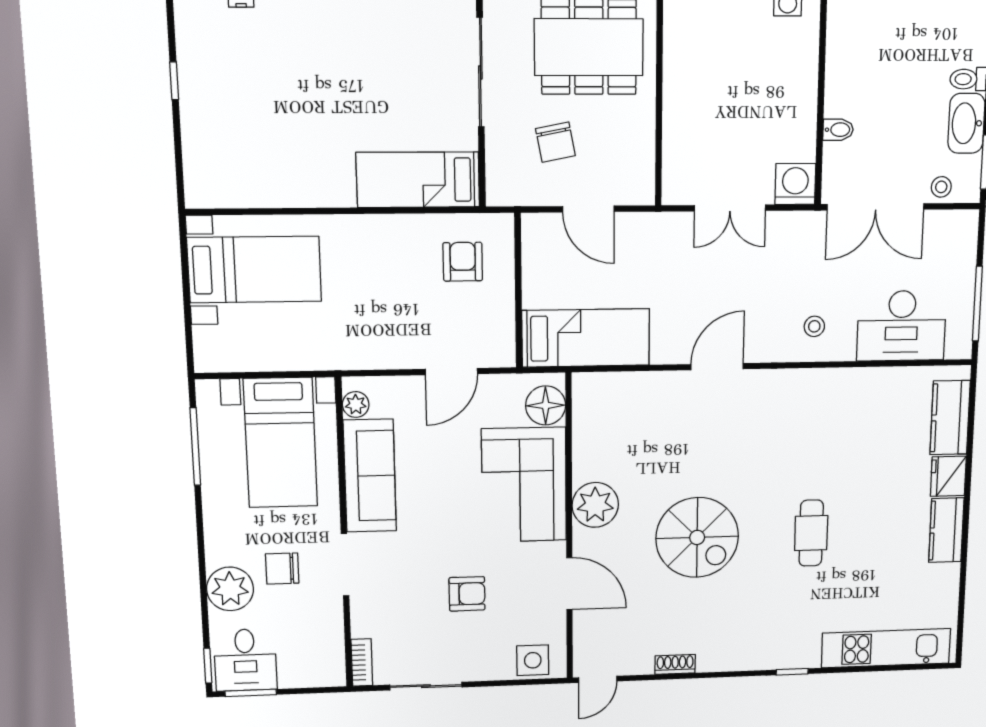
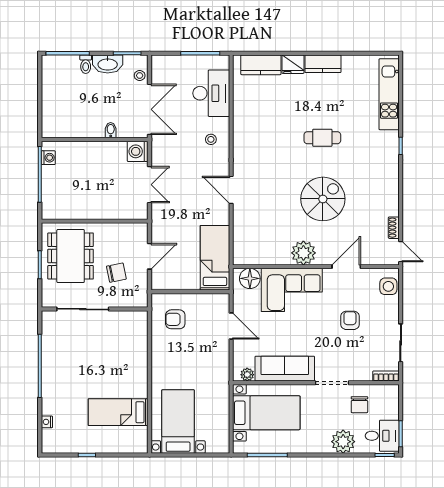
bed: (418, 180) -> (118, 412), moved, turned 90
chair: (282, 569) -> (359, 405), moved
shoe rack: (675, 664) -> (394, 228), moved

